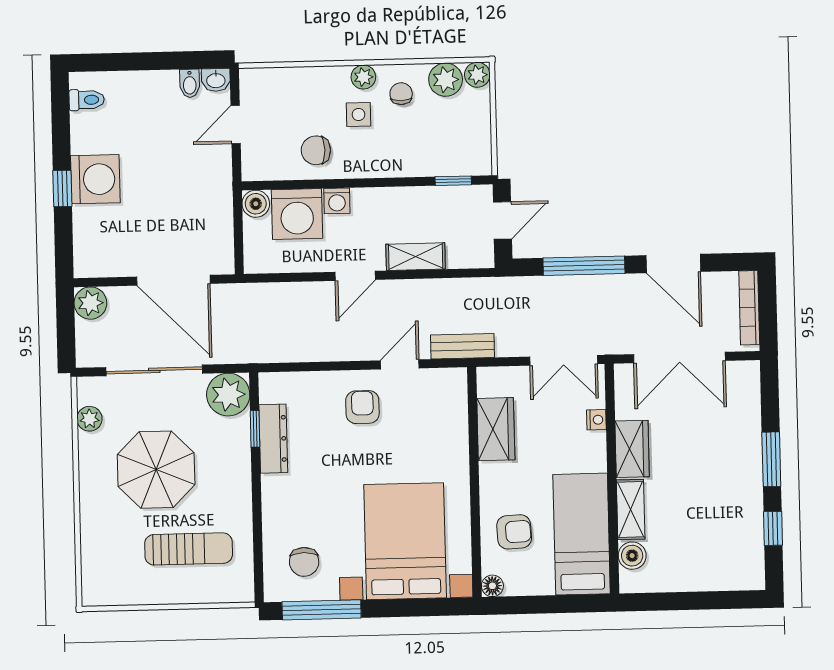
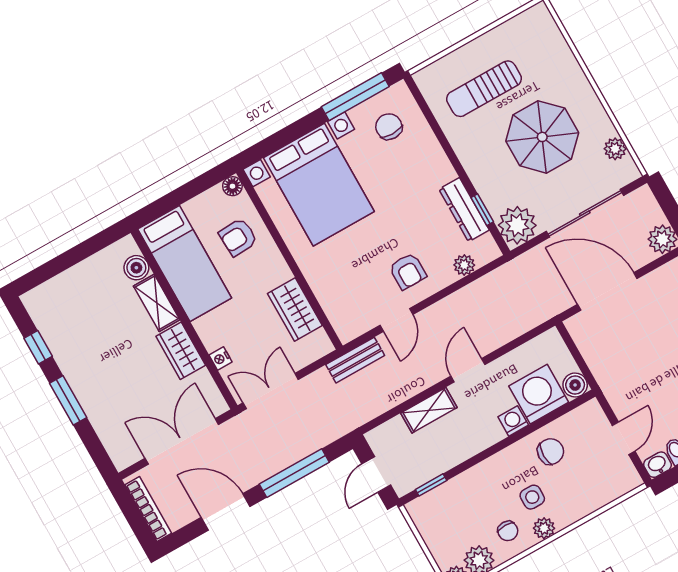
plant: (303, 383) -> (464, 265), added

